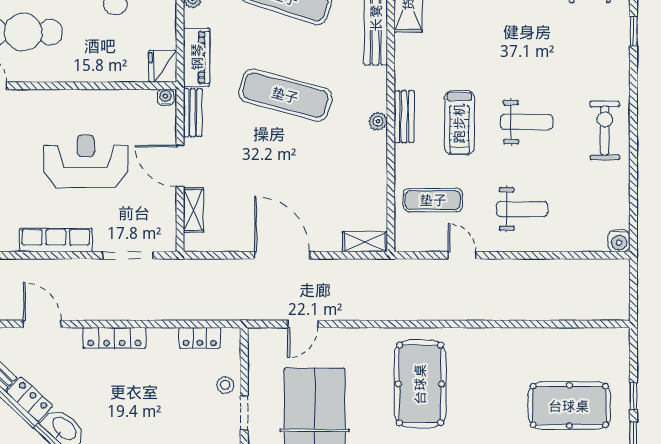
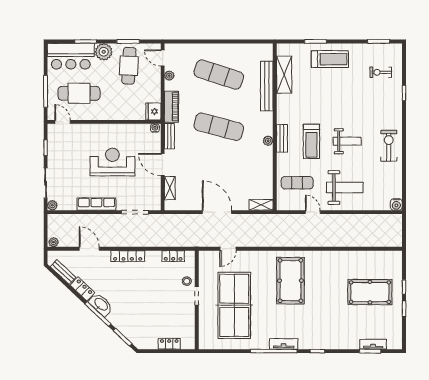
weight bench: (522, 209) -> (345, 188), width x1.36, depth x1.33

